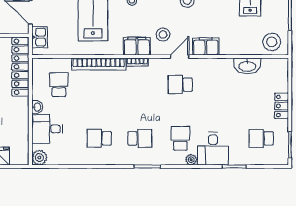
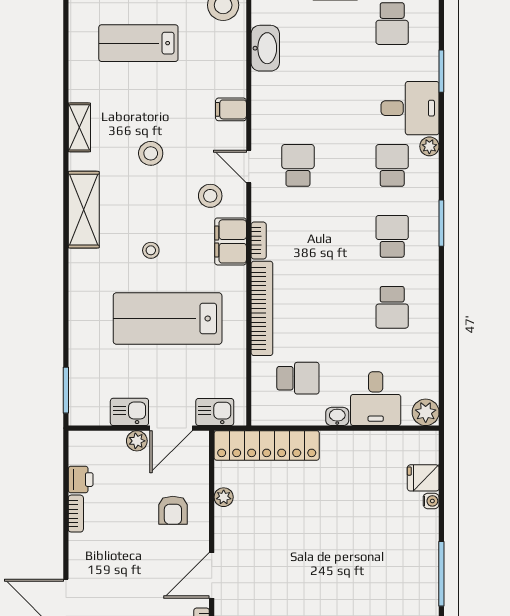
filing cabinet: (206, 46) -> (231, 109), width x0.50
school desk: (59, 85) -> (298, 378), turned 180
school desk: (180, 85) -> (298, 165), turned 180
school desk: (180, 138) -> (392, 165), turned 90

